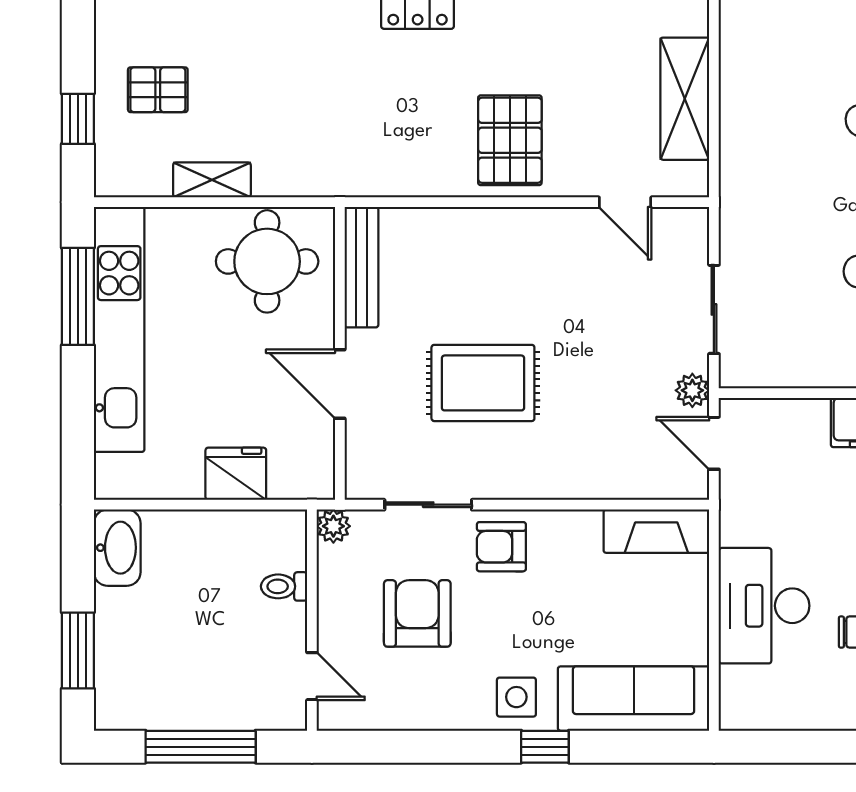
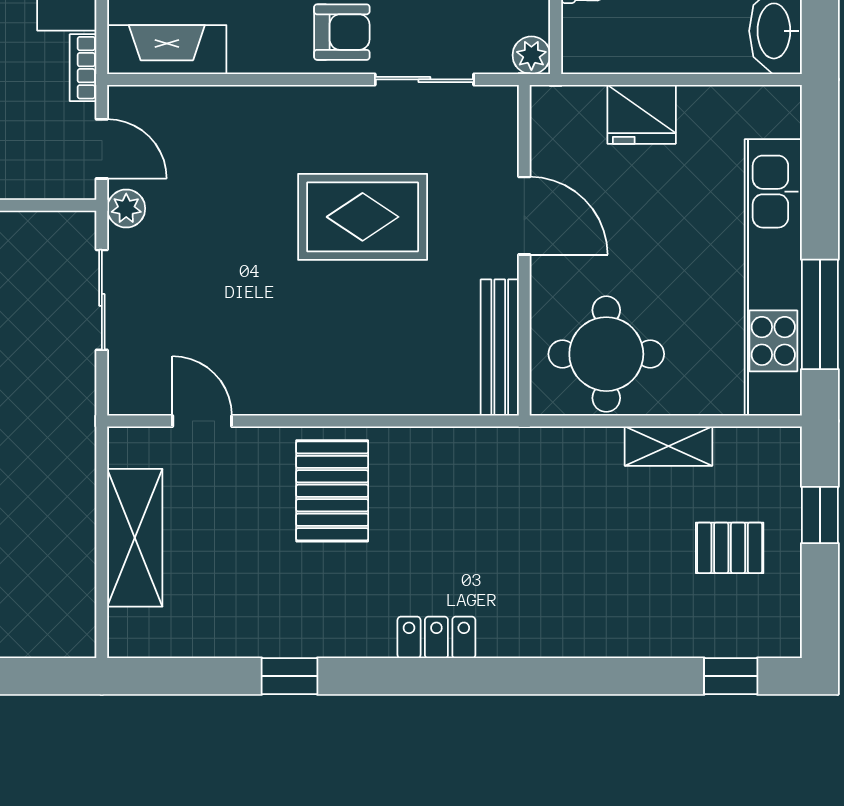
bookcase: (731, 515) -> (83, 68), added

